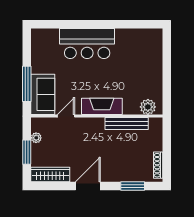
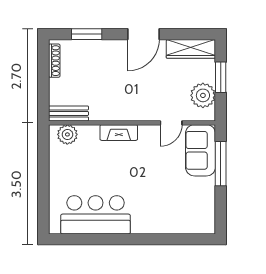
bar counter: (87, 43) -> (96, 215), moved
fireplace: (102, 106) -> (119, 133), width x0.73, depth x0.76
bench: (127, 124) -> (69, 113), moved, width x0.73
plant: (36, 138) -> (203, 95), width x1.88, depth x1.88

